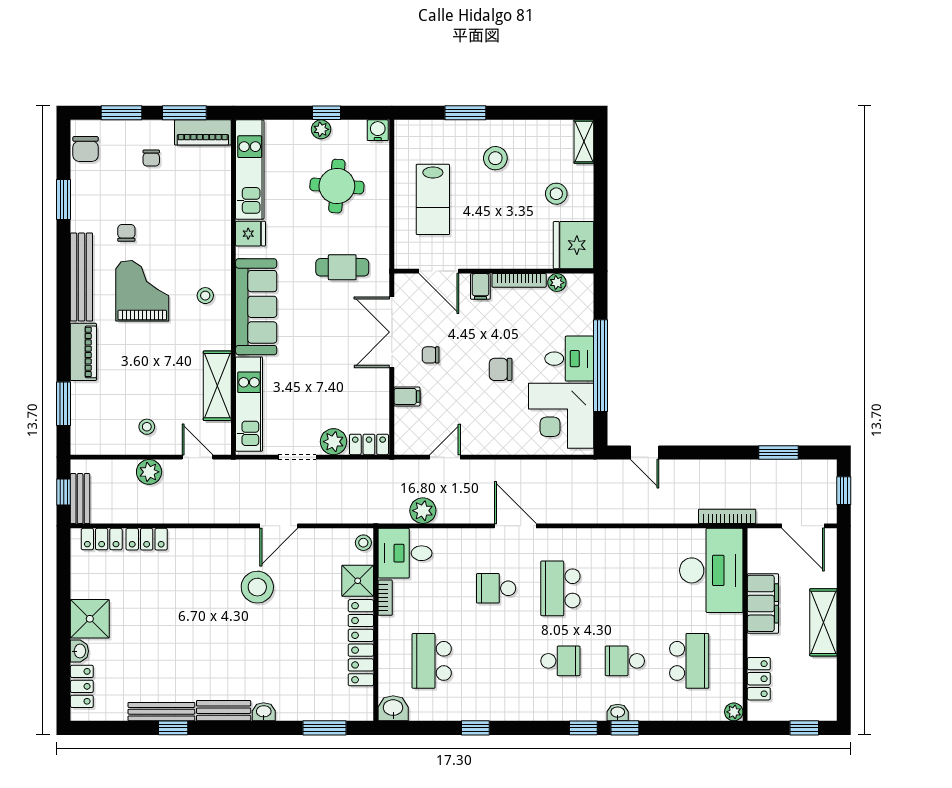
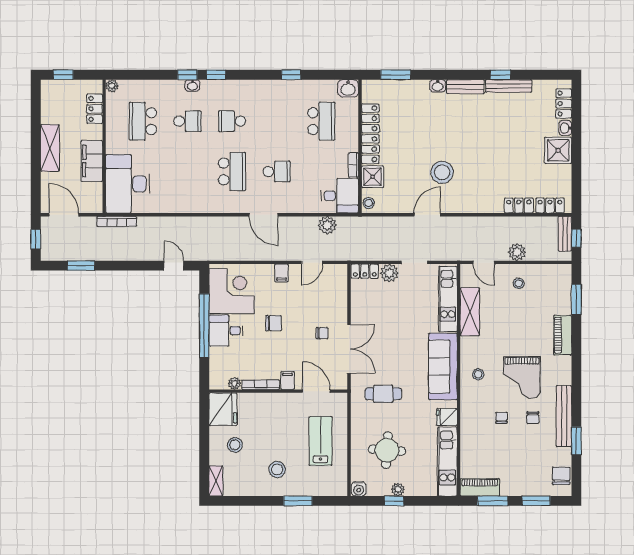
chair: (151, 158) -> (501, 418), moved
bench: (81, 277) -> (564, 416), moved
filing cabinet: (407, 396) -> (281, 273), moved, turned -90

